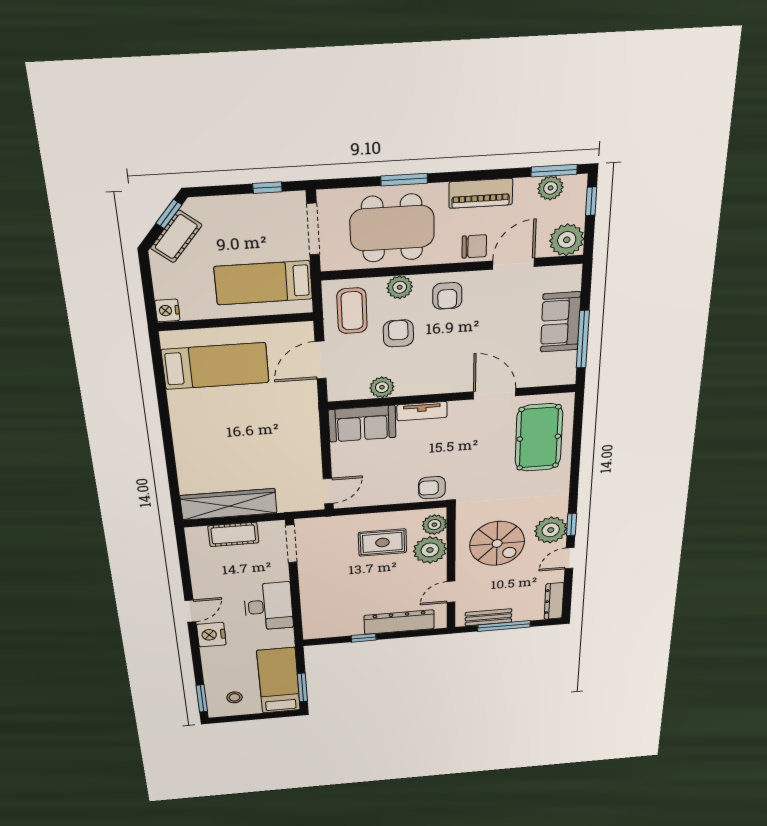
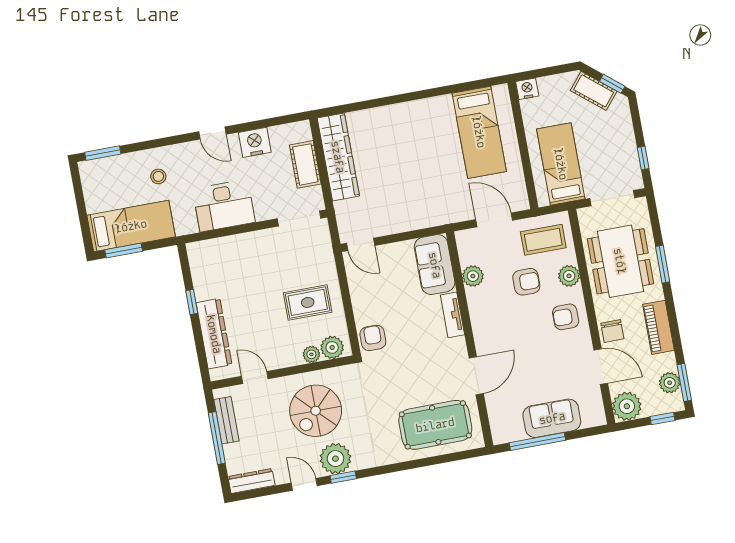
rug: (382, 542) -> (308, 302), turned 90
plant: (430, 550) -> (311, 354), width x0.53, depth x0.53
nightstand: (211, 635) -> (255, 142), moved
stool: (234, 697) -> (158, 176), moved

